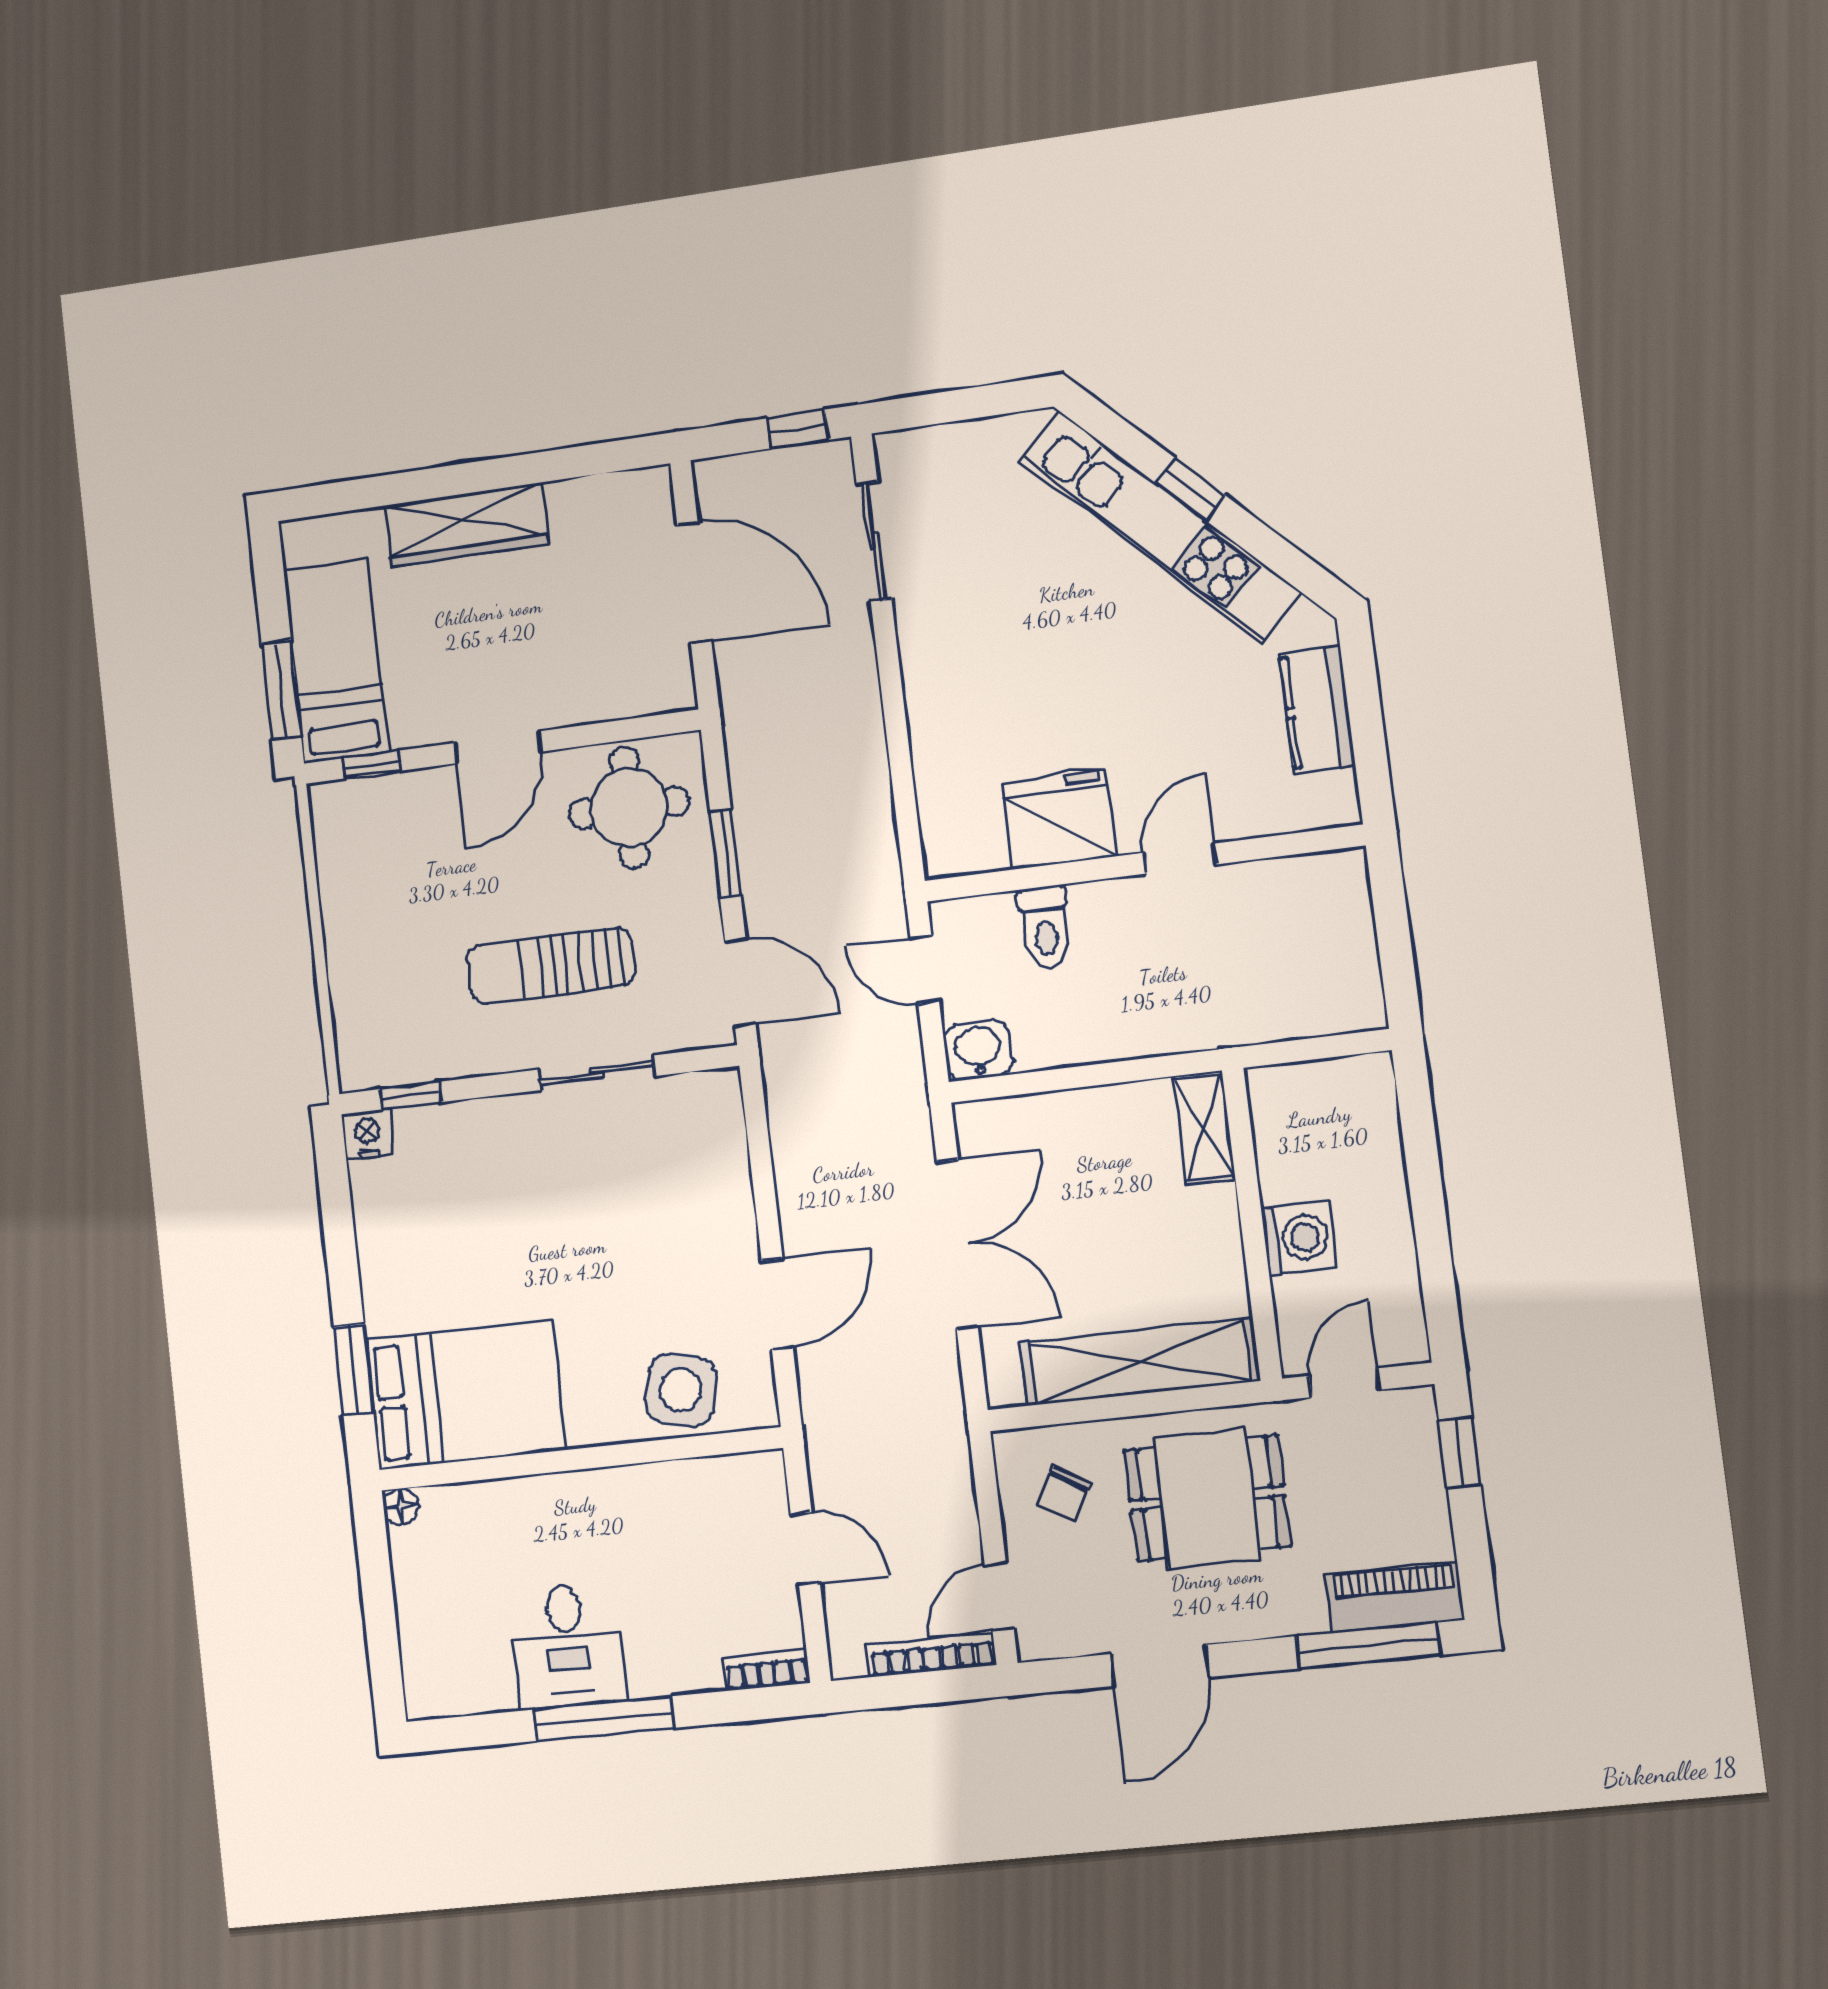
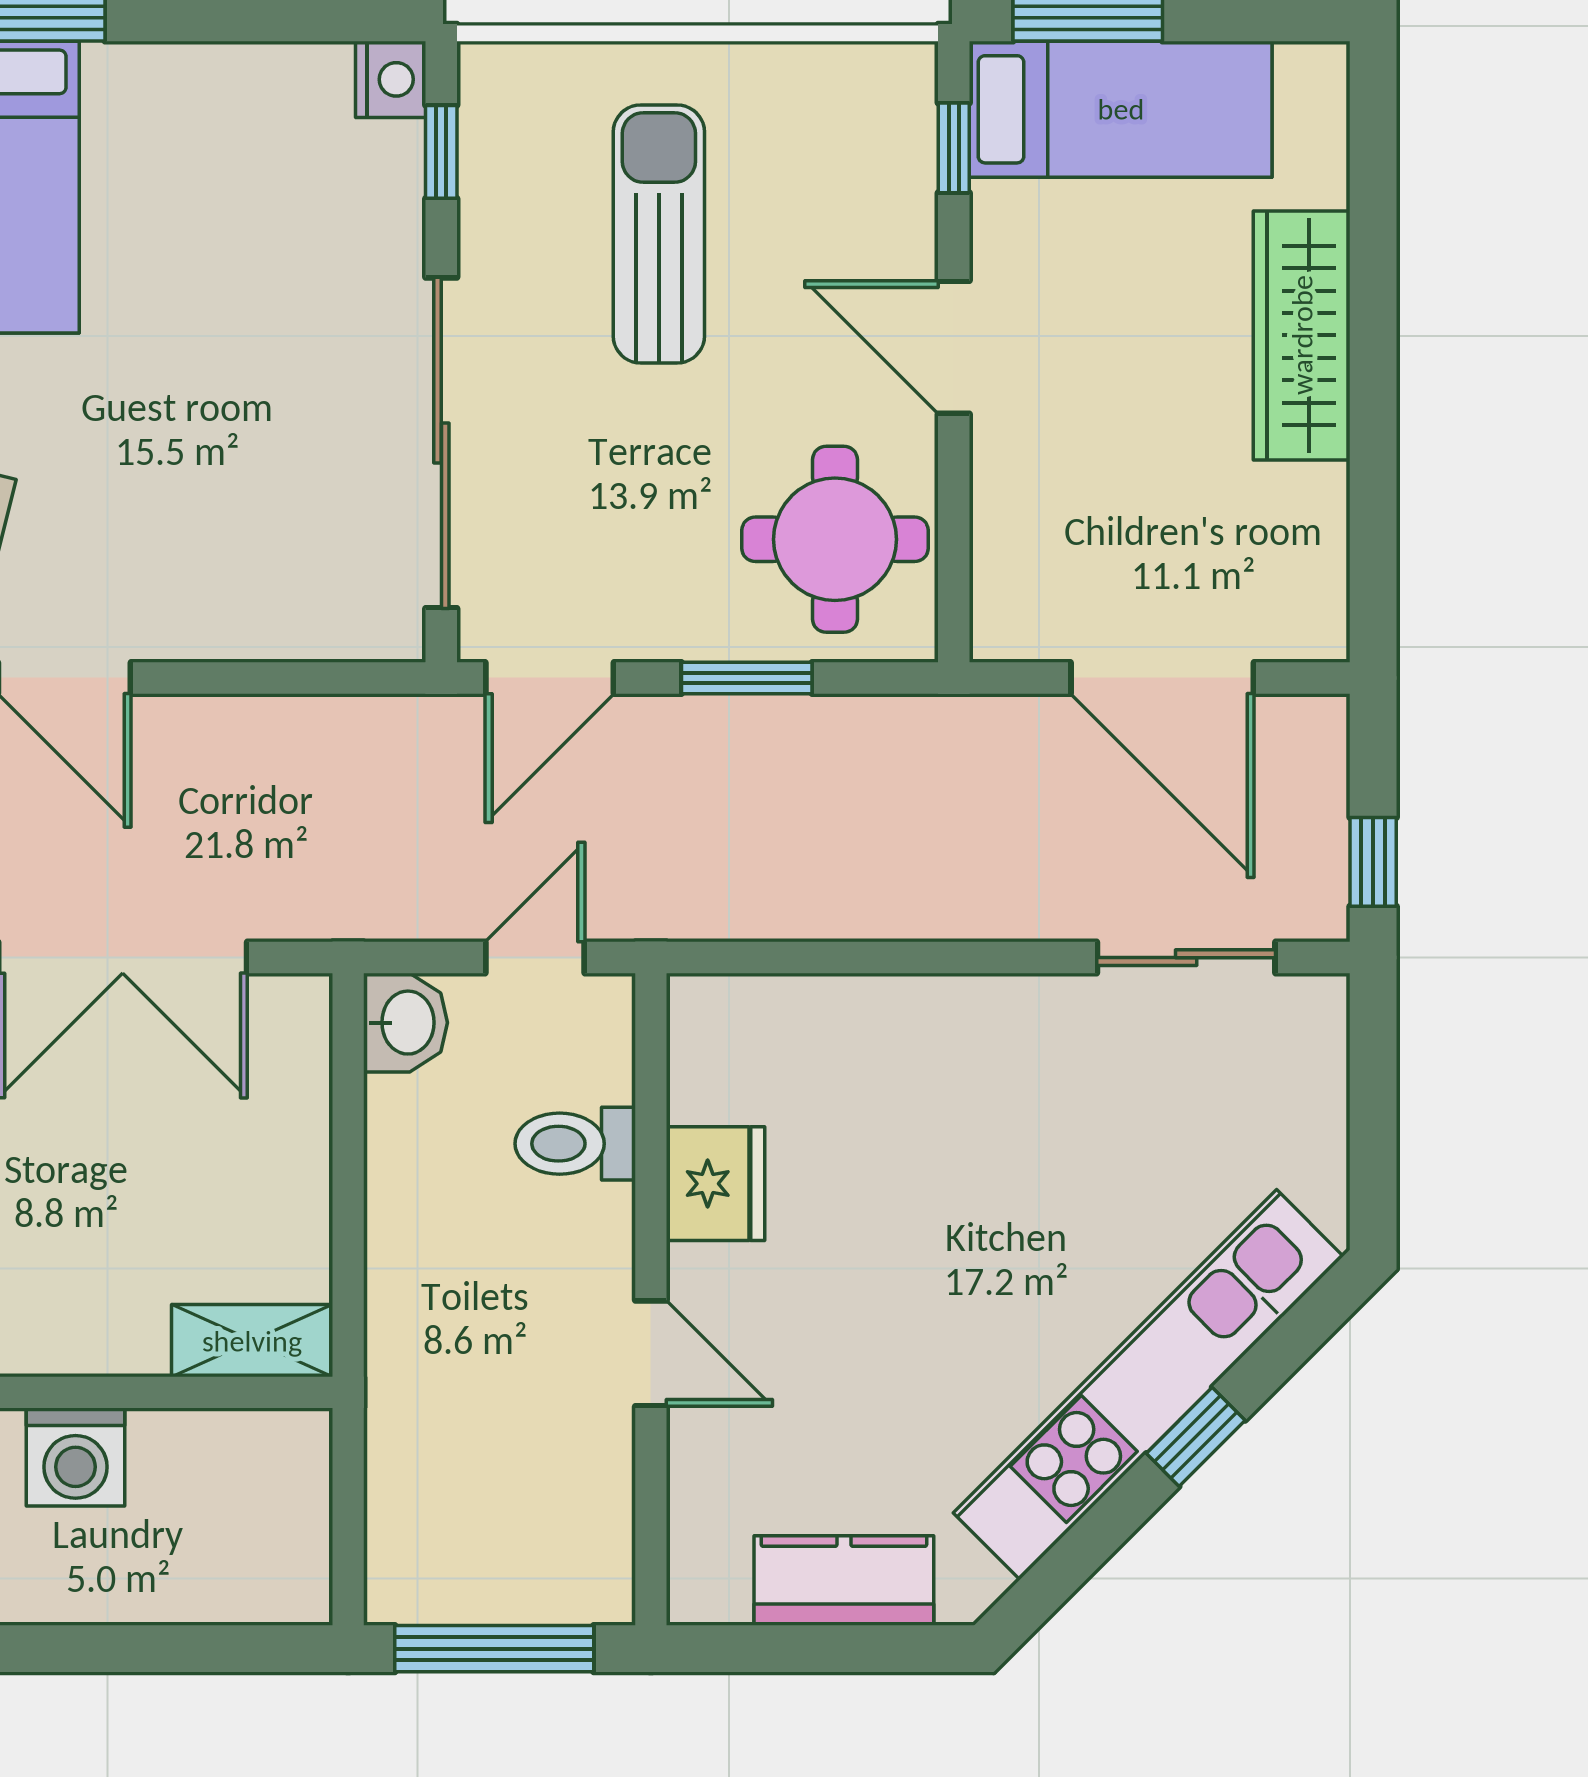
door: (694, 583) -> (1162, 678), hinge flipped
fridge: (1059, 819) -> (716, 1184), width x0.73, depth x0.75
window: (1394, 938) -> (494, 1649), added
sun lounger: (551, 966) -> (659, 234), moved
sliding door: (596, 1073) -> (441, 443), width x1.86

